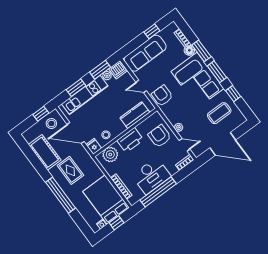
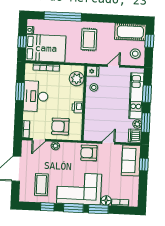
window: (152, 31) -> (144, 165), moved
sofa: (145, 53) -> (131, 160), width x0.73
armchair: (162, 96) -> (89, 153), turned 180
window: (41, 114) -> (149, 41), moved
kitchen counter: (135, 115) -> (91, 121), removed
door: (76, 133) -> (114, 66), width x0.53
armchair: (160, 136) -> (60, 126), turned 180
printer: (130, 140) -> (77, 107), width x0.53, depth x0.68
cot: (45, 152) -> (130, 32), moved
rug: (70, 170) -> (89, 39), turned 90
window: (158, 192) -> (20, 92), width x0.47
window: (60, 195) -> (63, 16), moved

